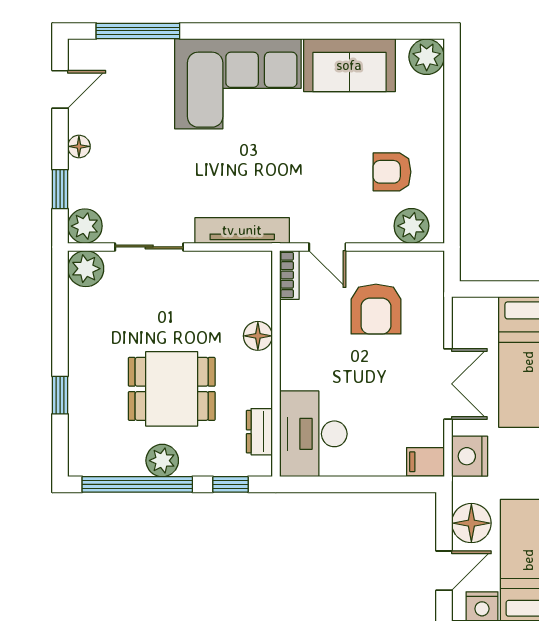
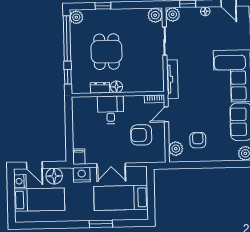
floor lamp: (258, 336) -> (117, 87), moved
dresser: (259, 432) -> (100, 88), moved
desk: (313, 434) -> (111, 110), moved, width x0.73
plant: (162, 461) -> (76, 17), moved

